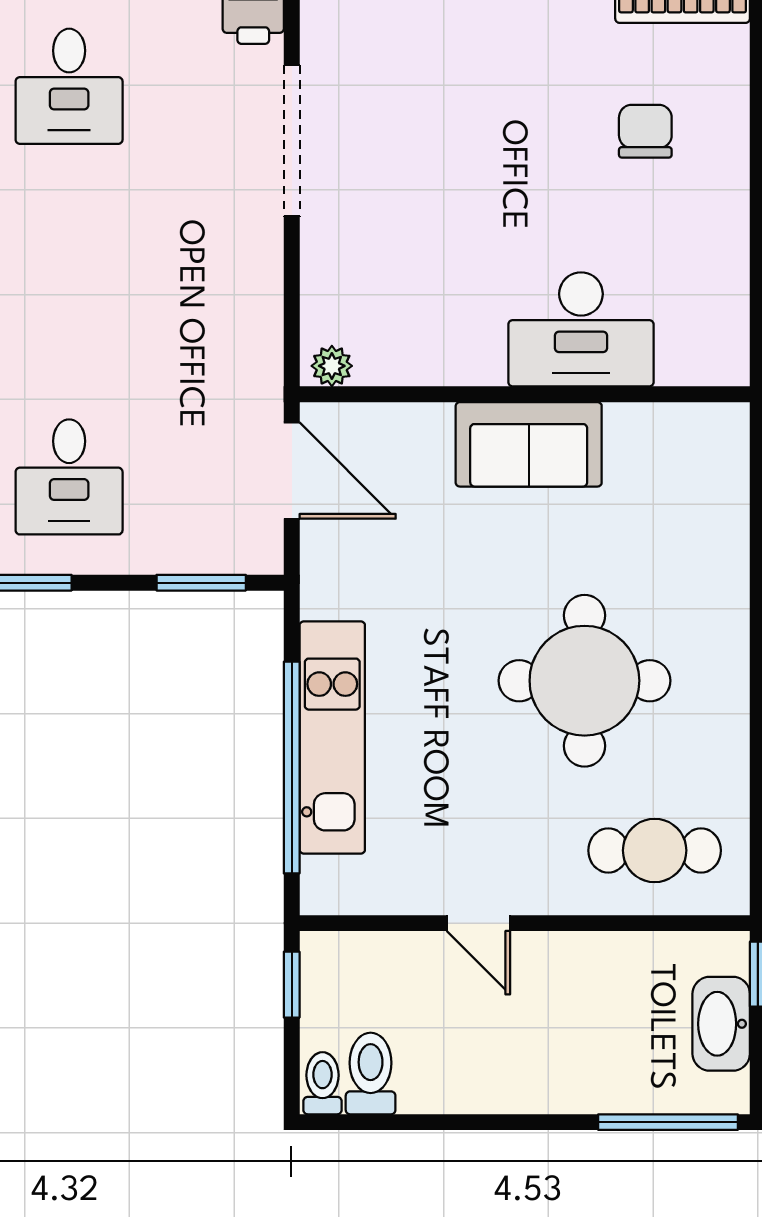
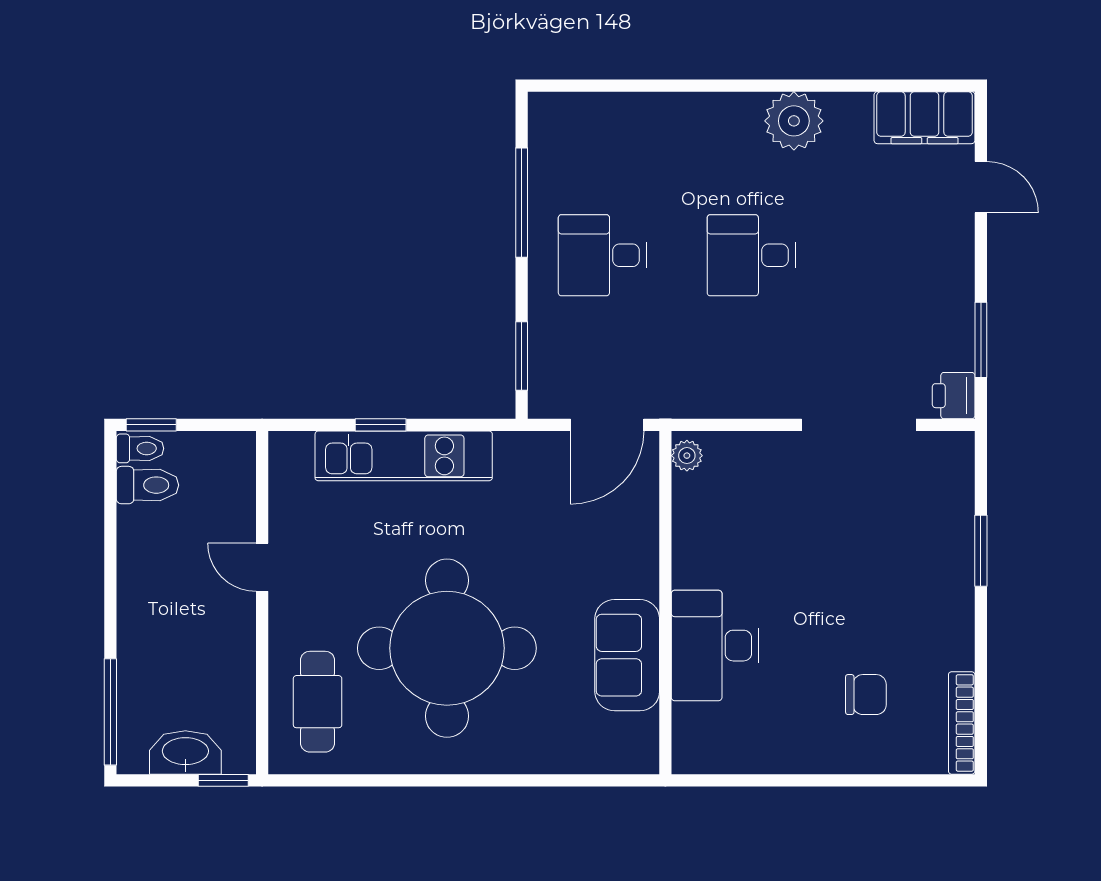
desk: (69, 86) -> (751, 255), moved
sofa: (529, 444) -> (627, 655), moved
round table: (584, 681) -> (447, 648), width x1.36, depth x1.36
window: (292, 768) -> (381, 425), width x0.32
door: (478, 923) -> (262, 567), hinge flipped
window: (292, 985) -> (151, 425), moved

